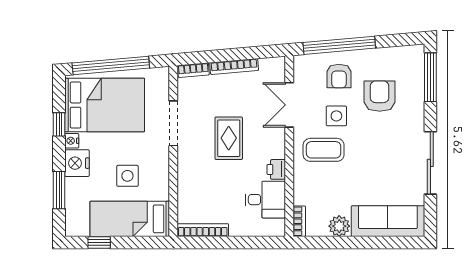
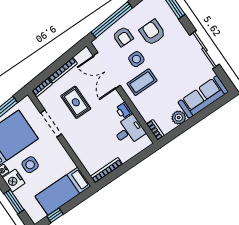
double door: (289, 105) -> (107, 71), width x1.37
rug: (229, 138) -> (76, 102), moved
side table: (127, 176) -> (30, 165), moved

